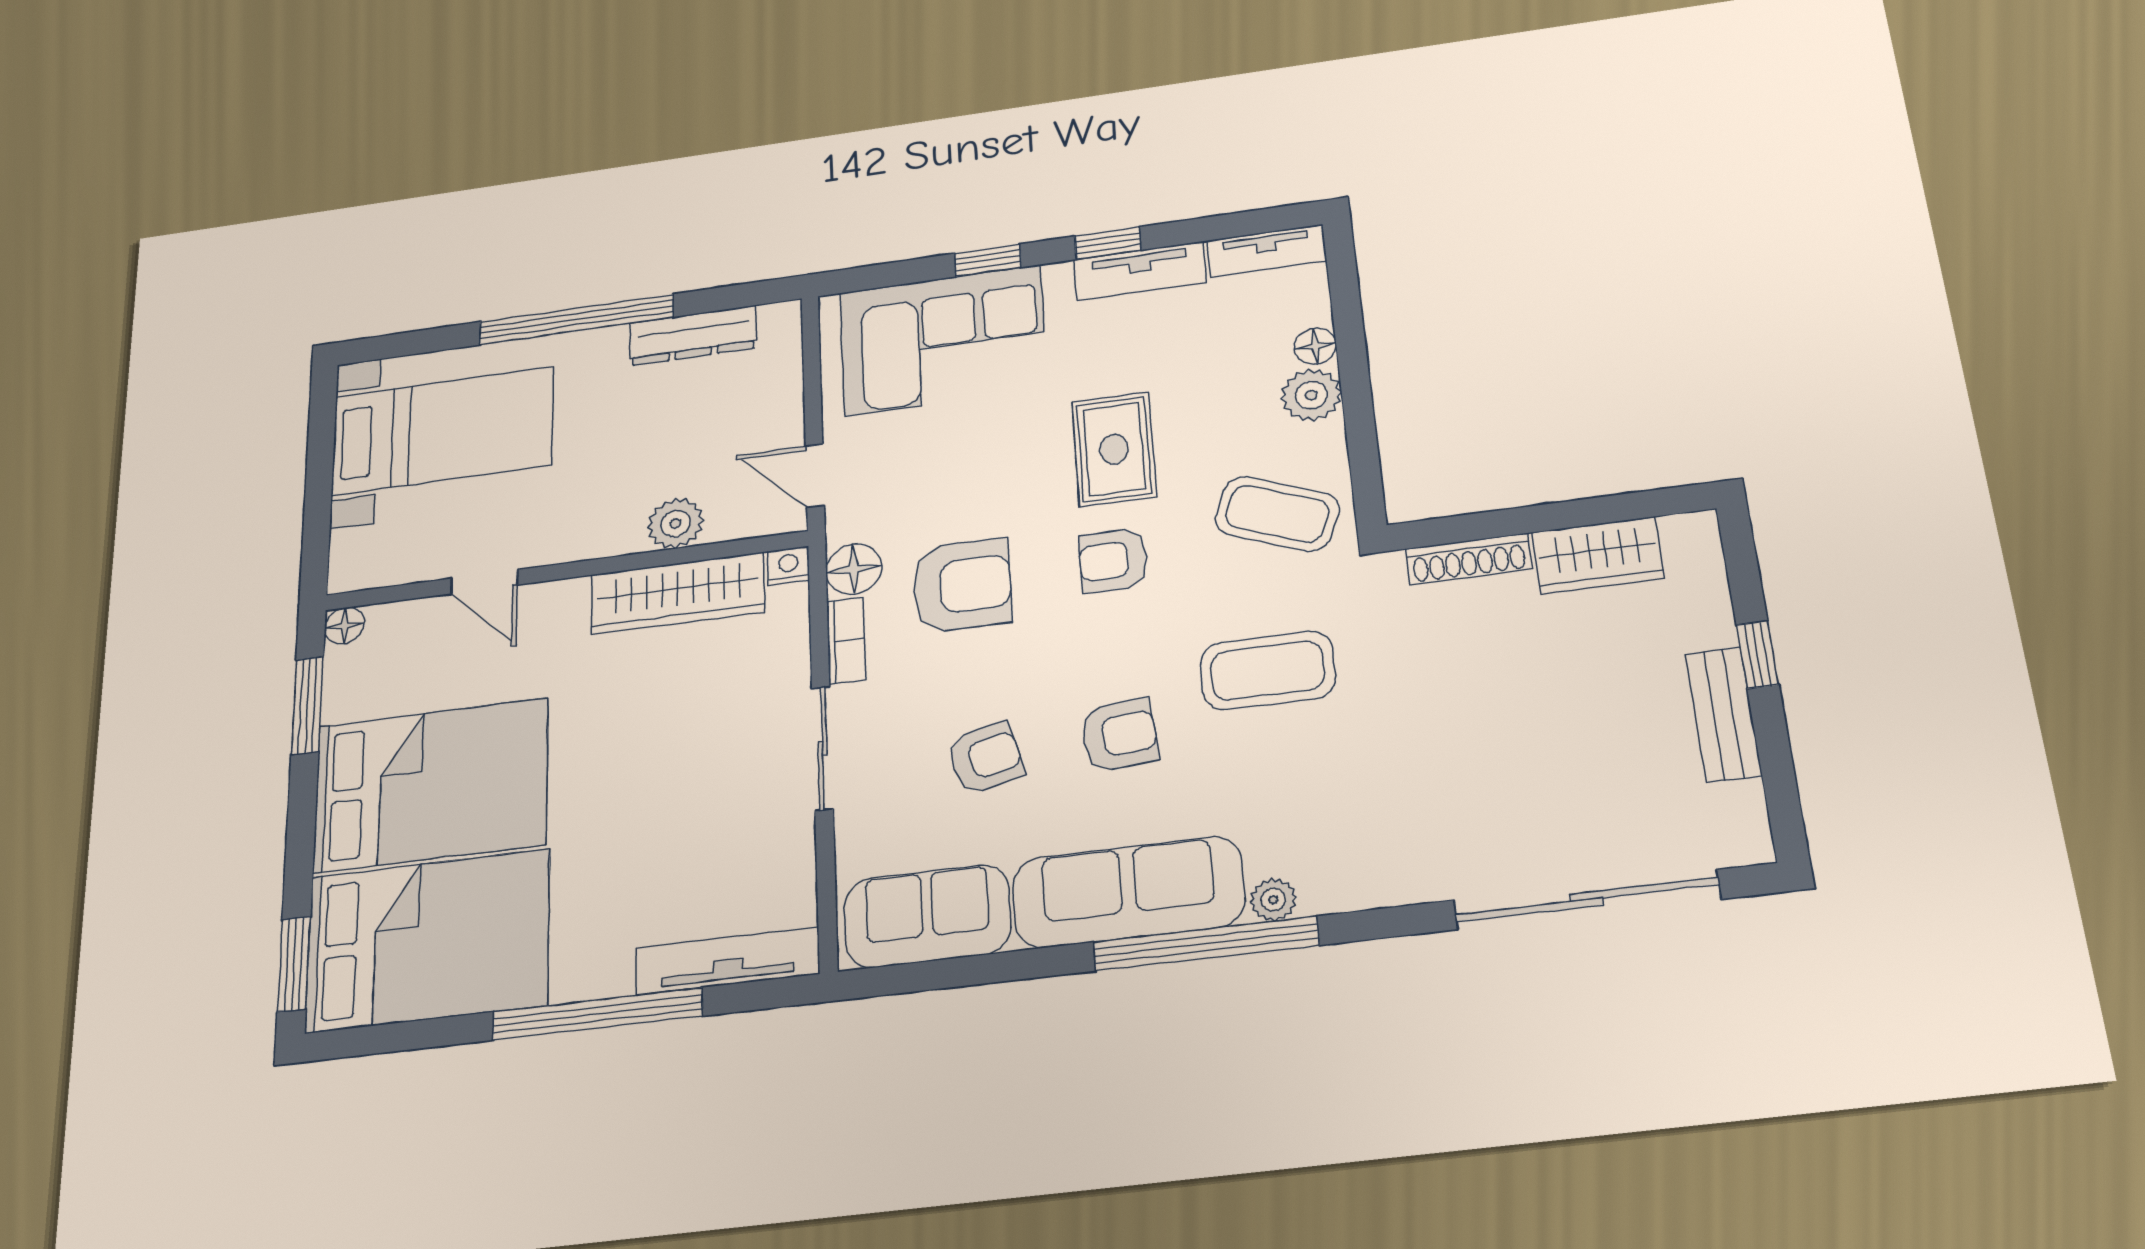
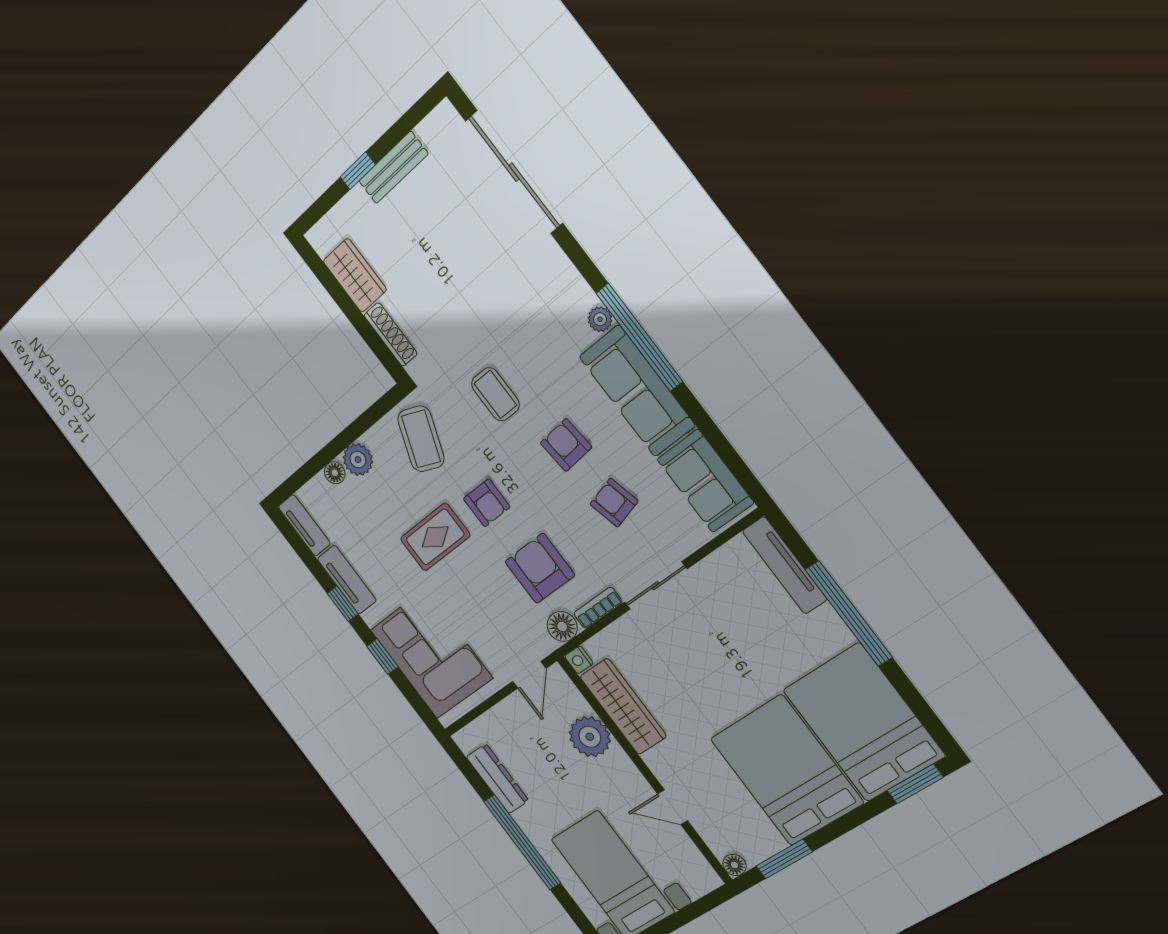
plant: (675, 523) -> (590, 737), width x1.36, depth x1.36
door: (484, 582) -> (673, 807), swing flipped
coffee table: (1268, 671) -> (495, 394), width x0.73, depth x0.77

